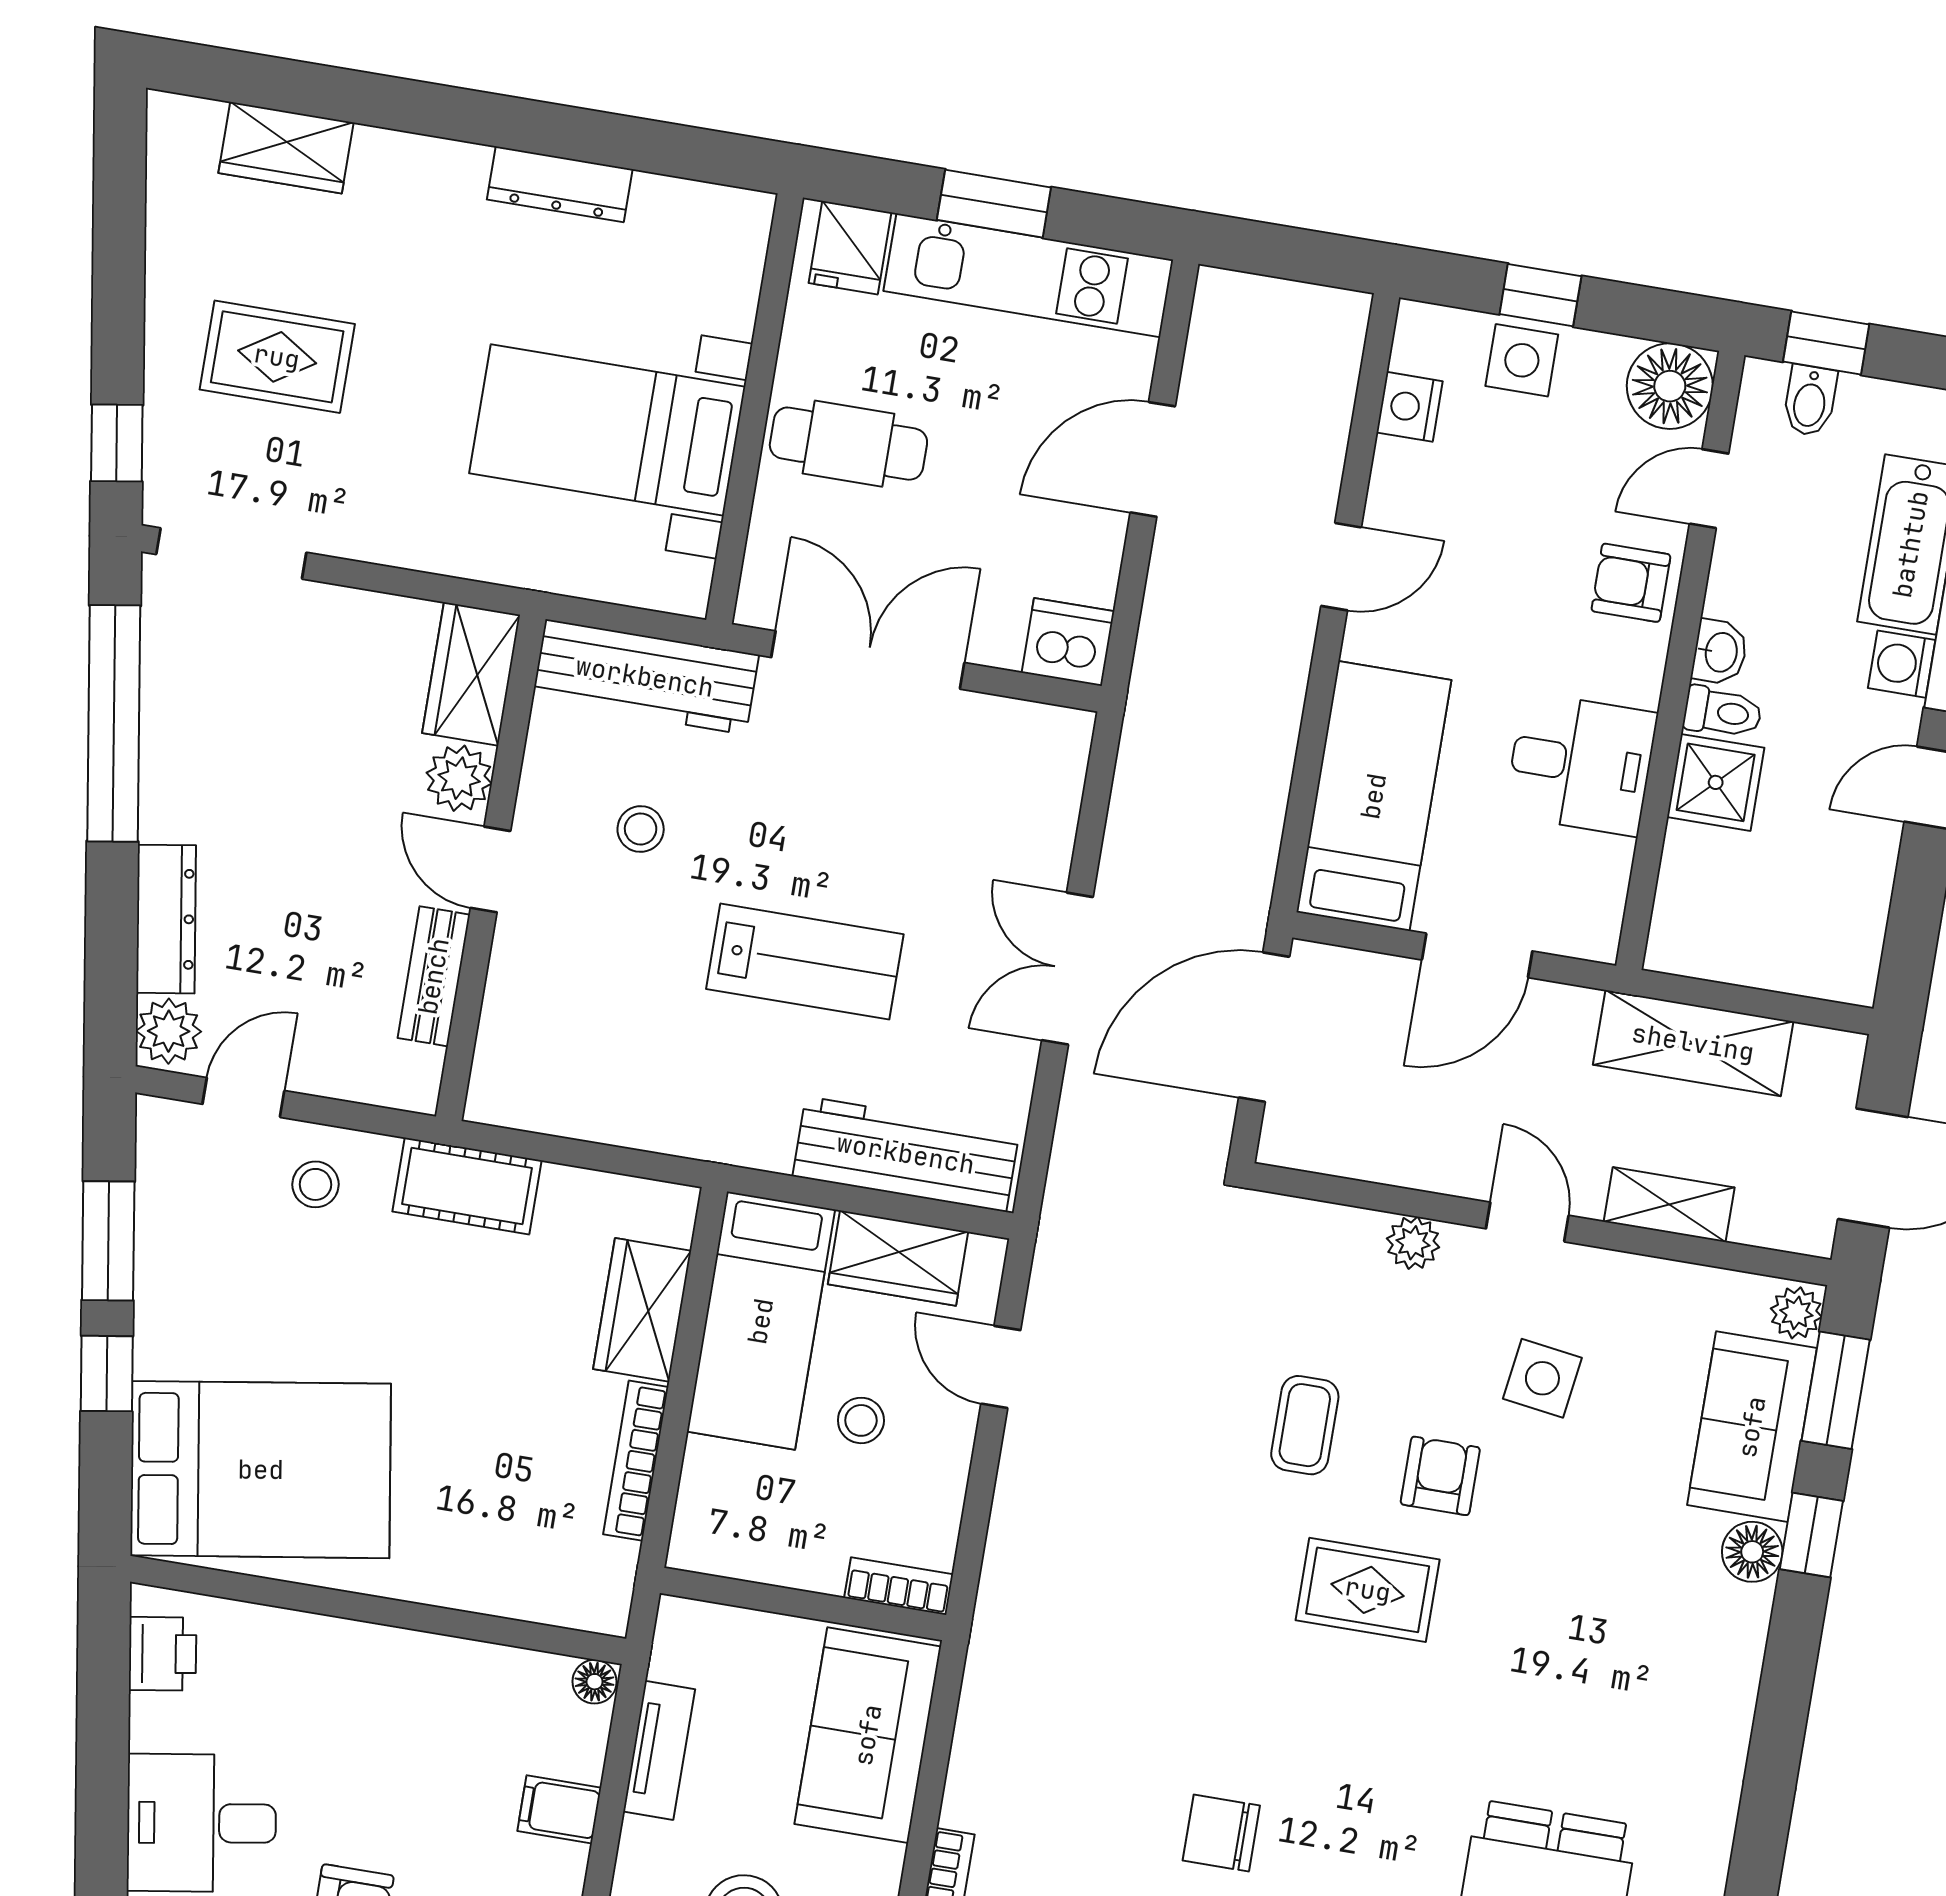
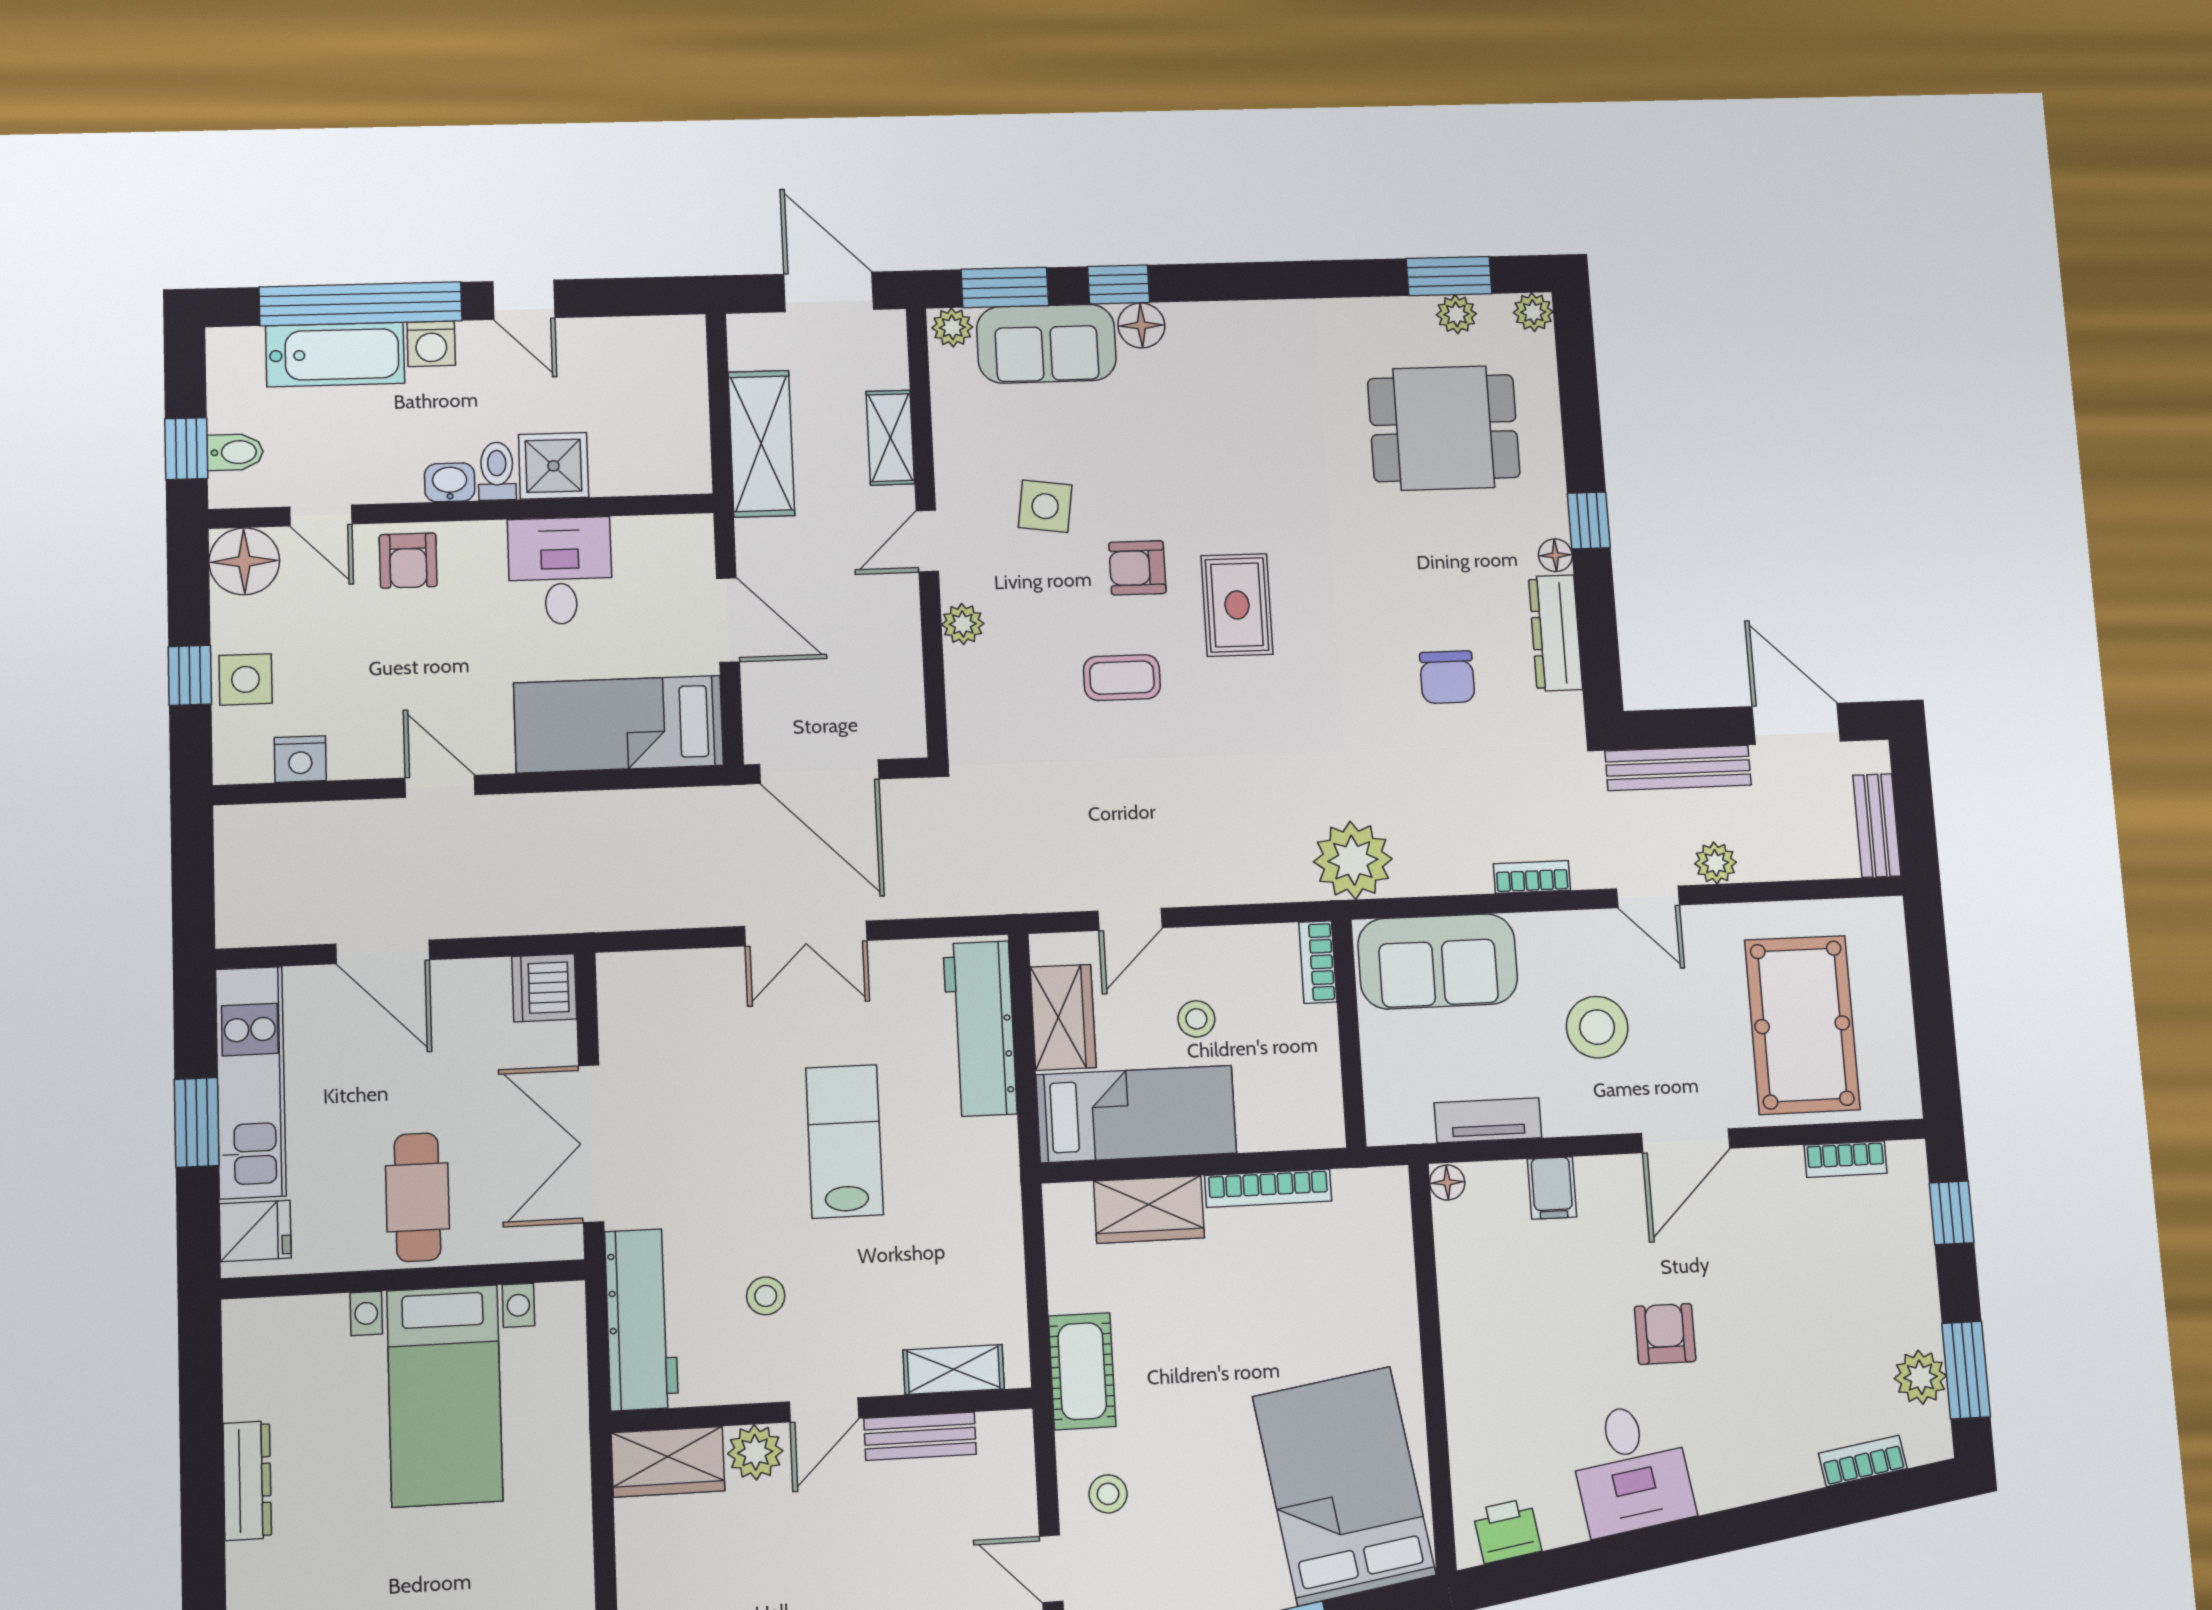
shelving: (504, 1033) -> (954, 1369), added
plant: (1016, 1660) -> (1353, 860), added

